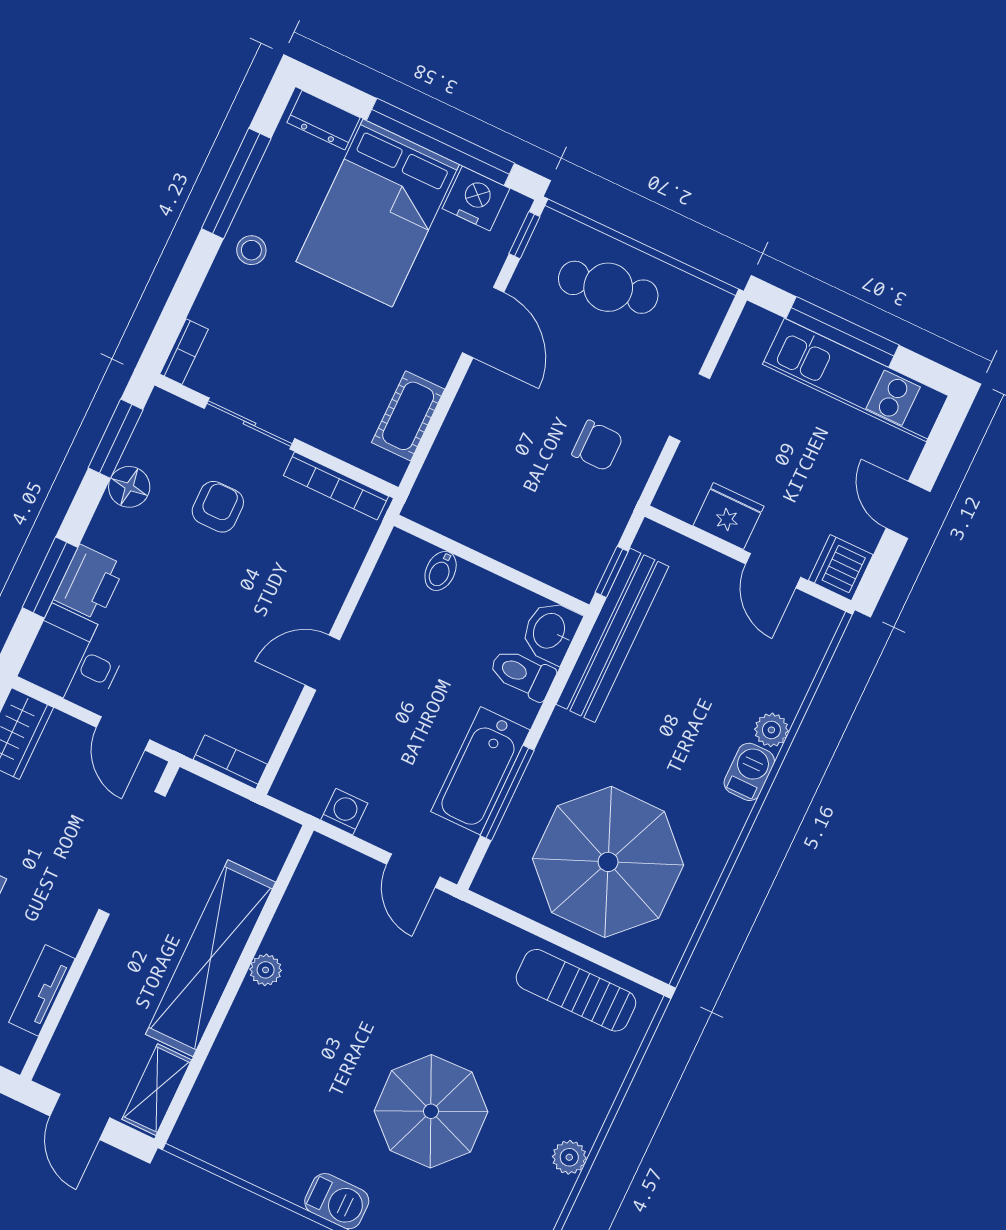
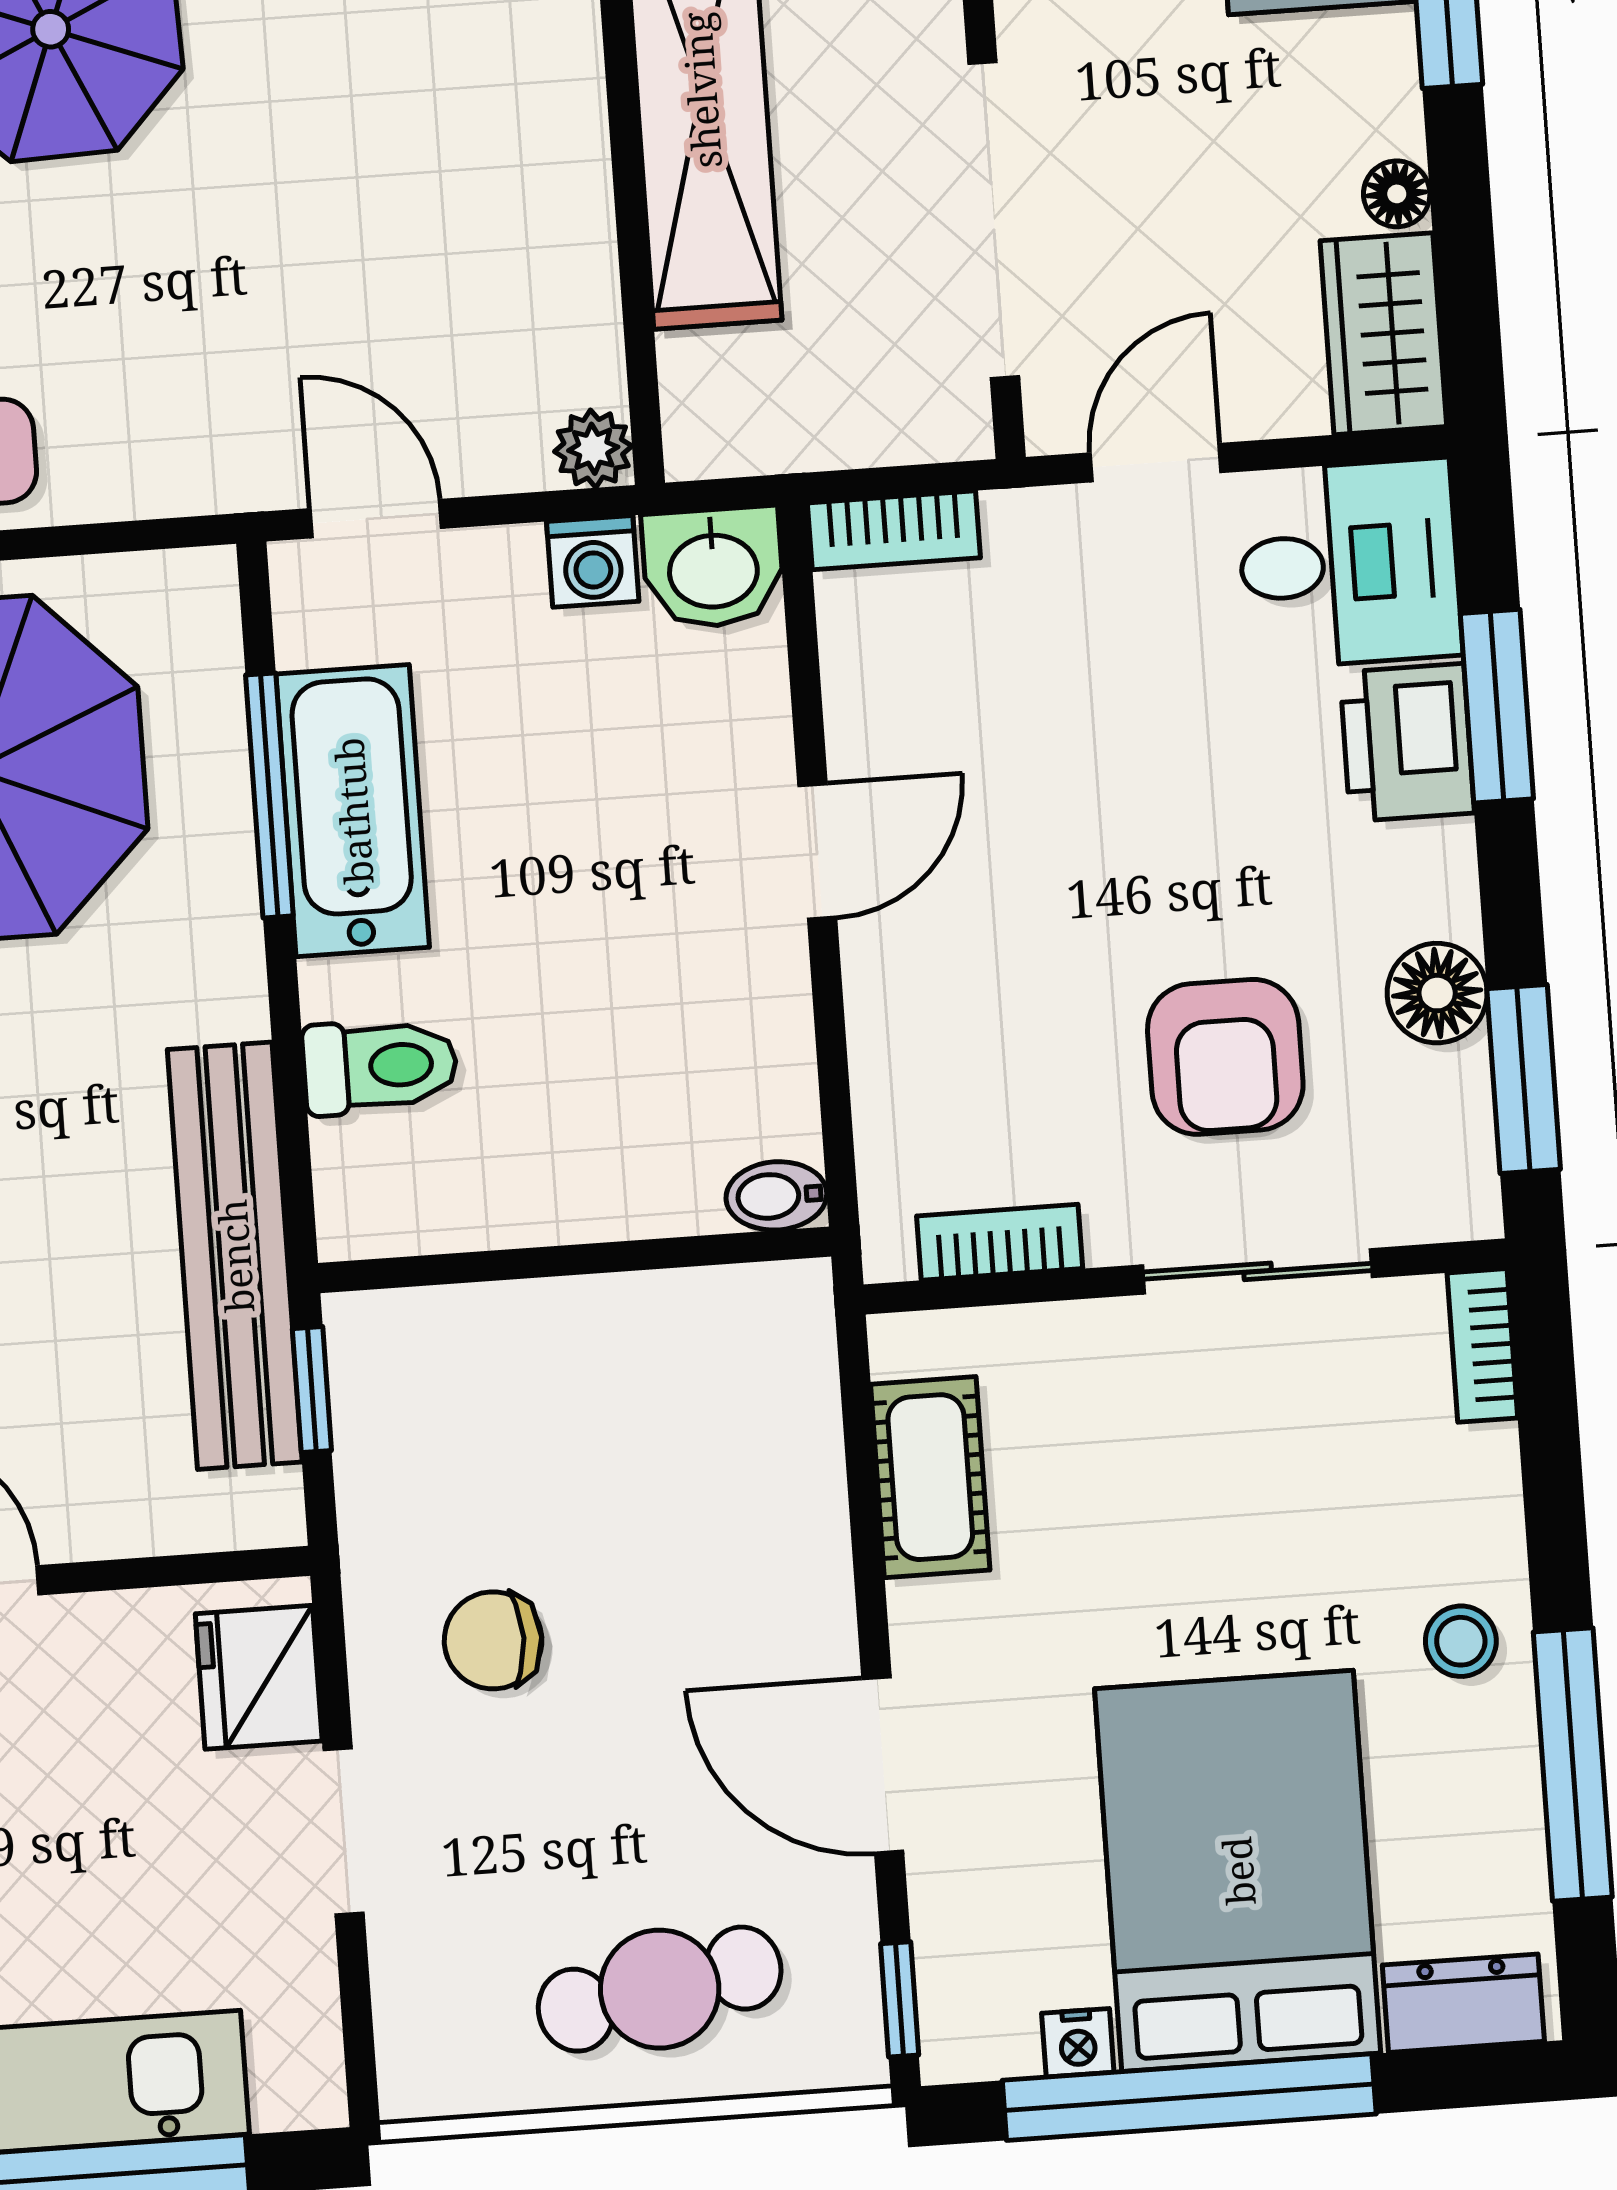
nightstand: (476, 198) -> (1078, 2043), width x0.53, depth x0.56
bookcase: (336, 486) -> (1000, 1242), width x0.64
armchair: (218, 507) -> (1225, 1057), width x1.38, depth x1.38
fridge: (728, 516) -> (259, 1677), moved, turned 90
bidet: (441, 571) -> (776, 1196), moved, turned -90
washbasin: (550, 631) -> (713, 568), moved, turned 90
door: (123, 733) -> (1156, 463), hinge flipped
plant: (266, 970) -> (593, 449), moved

